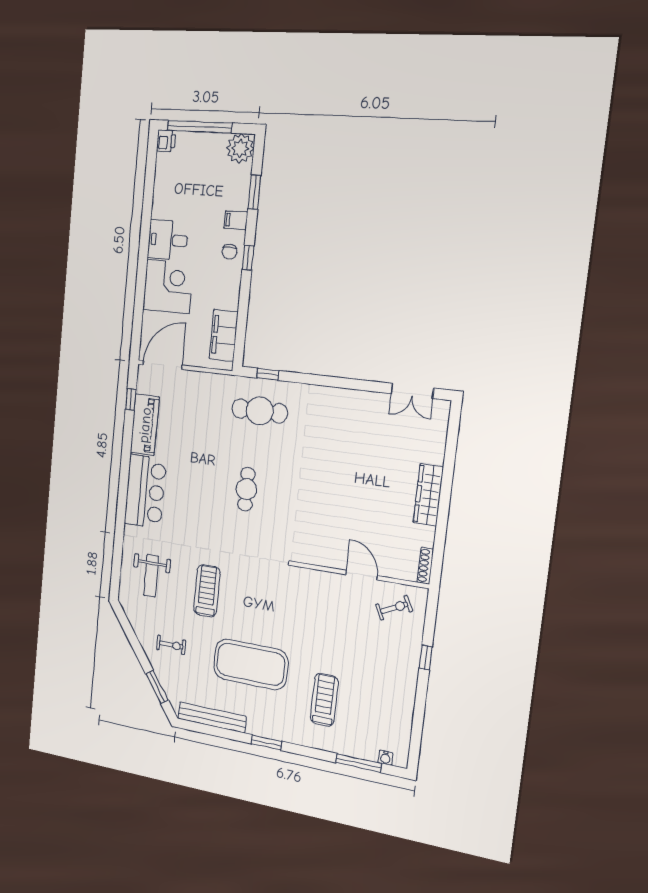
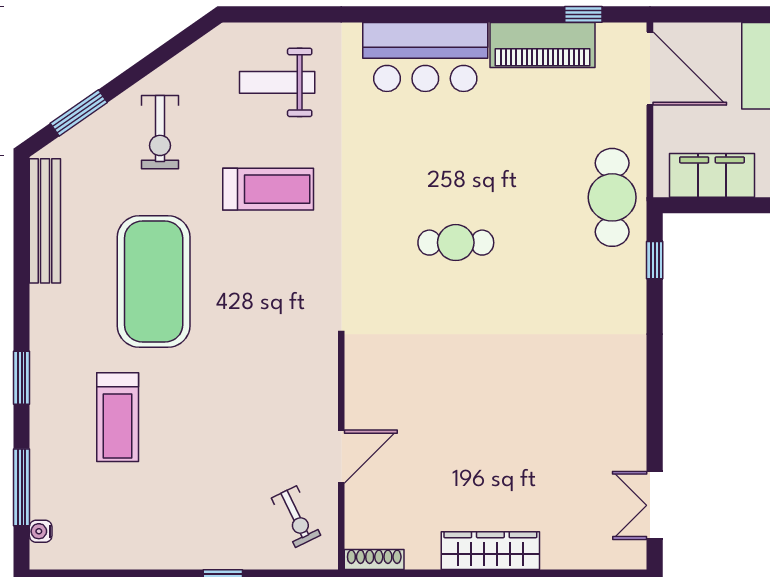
cafe table: (260, 411) -> (612, 197), moved
exercise bike: (171, 645) -> (160, 132), width x1.38, depth x1.39
treadmill: (324, 700) -> (118, 417), turned 90
window: (266, 743) -> (22, 378), moved

